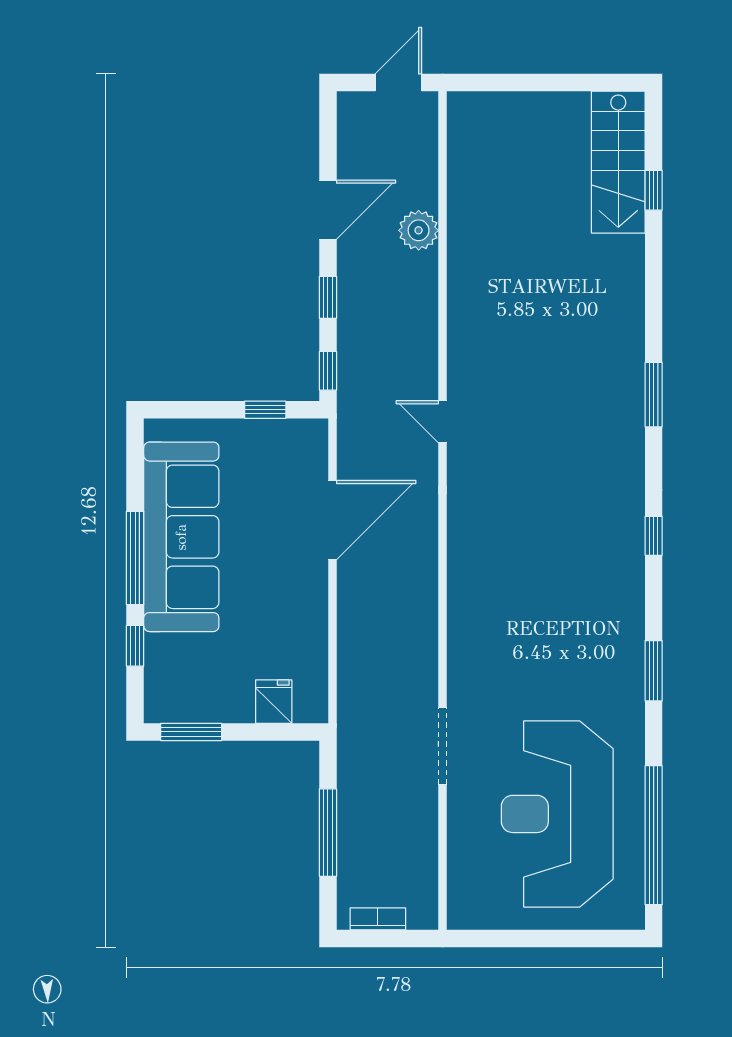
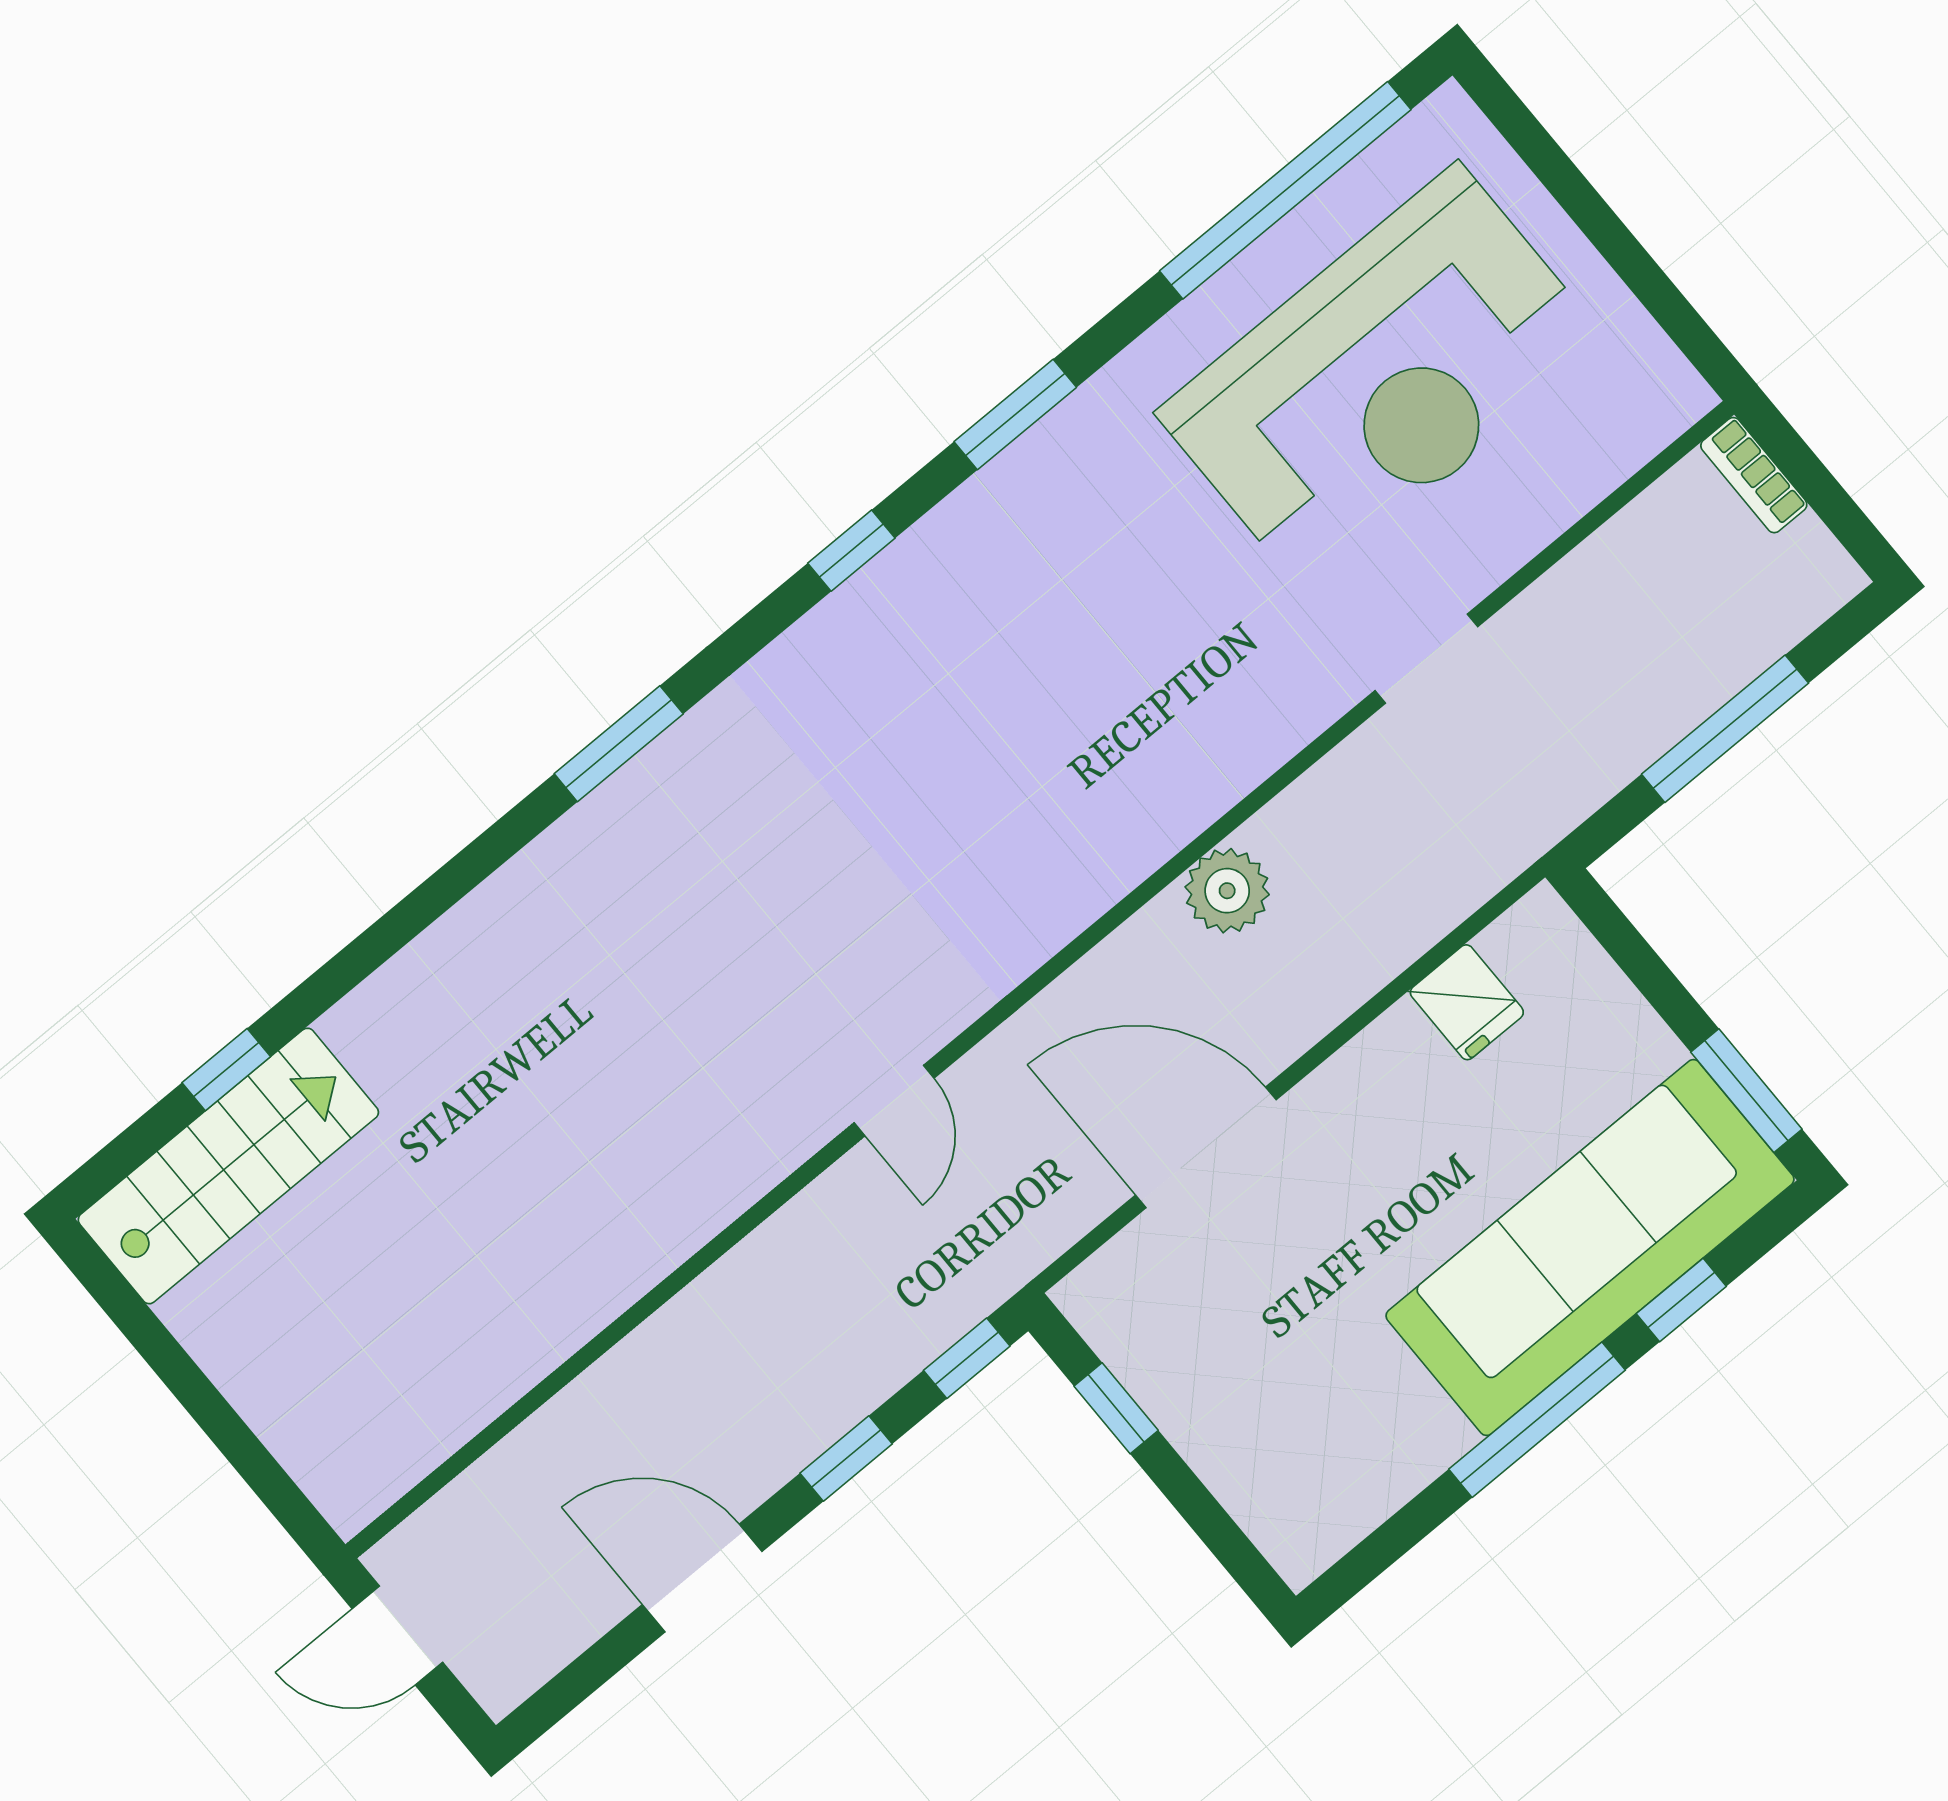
plant: (419, 230) -> (1227, 891), moved
window: (654, 395) -> (619, 744), moved
window: (654, 536) -> (851, 551), moved
sofa: (181, 537) -> (1590, 1248), moved
fridge: (274, 702) -> (1467, 1002), moved, turned -90
doorway: (443, 746) -> (1426, 659), width x0.73
bookcase: (378, 919) -> (1754, 475), moved

